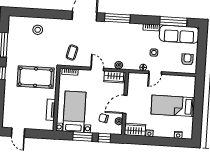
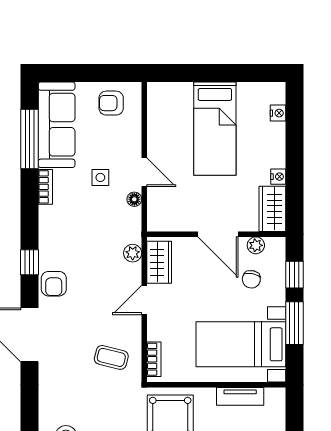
window: (117, 18) -> (30, 262), width x0.46
armchair: (107, 28) -> (54, 284), added

